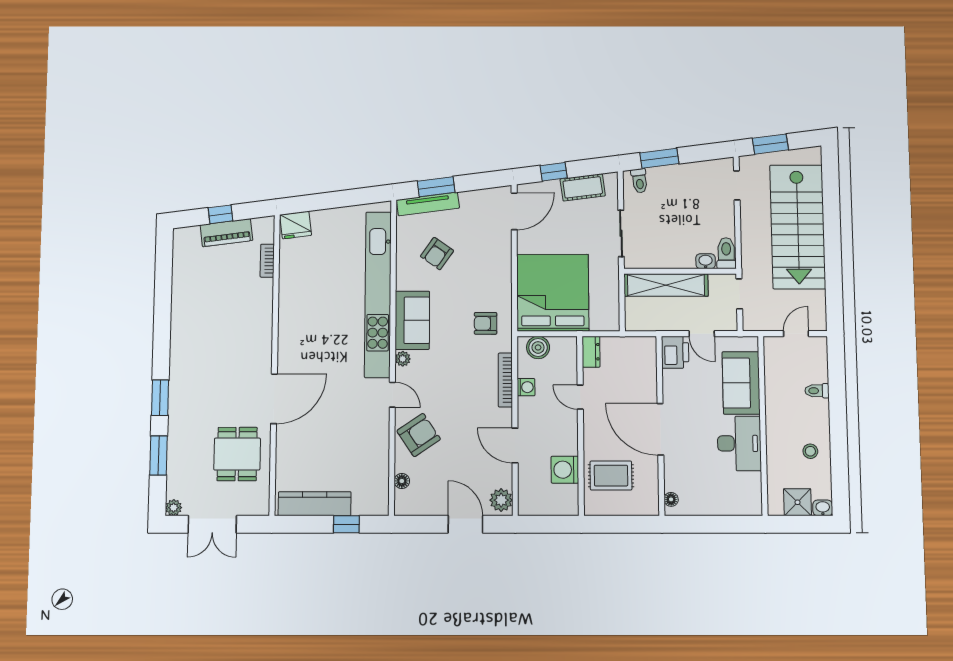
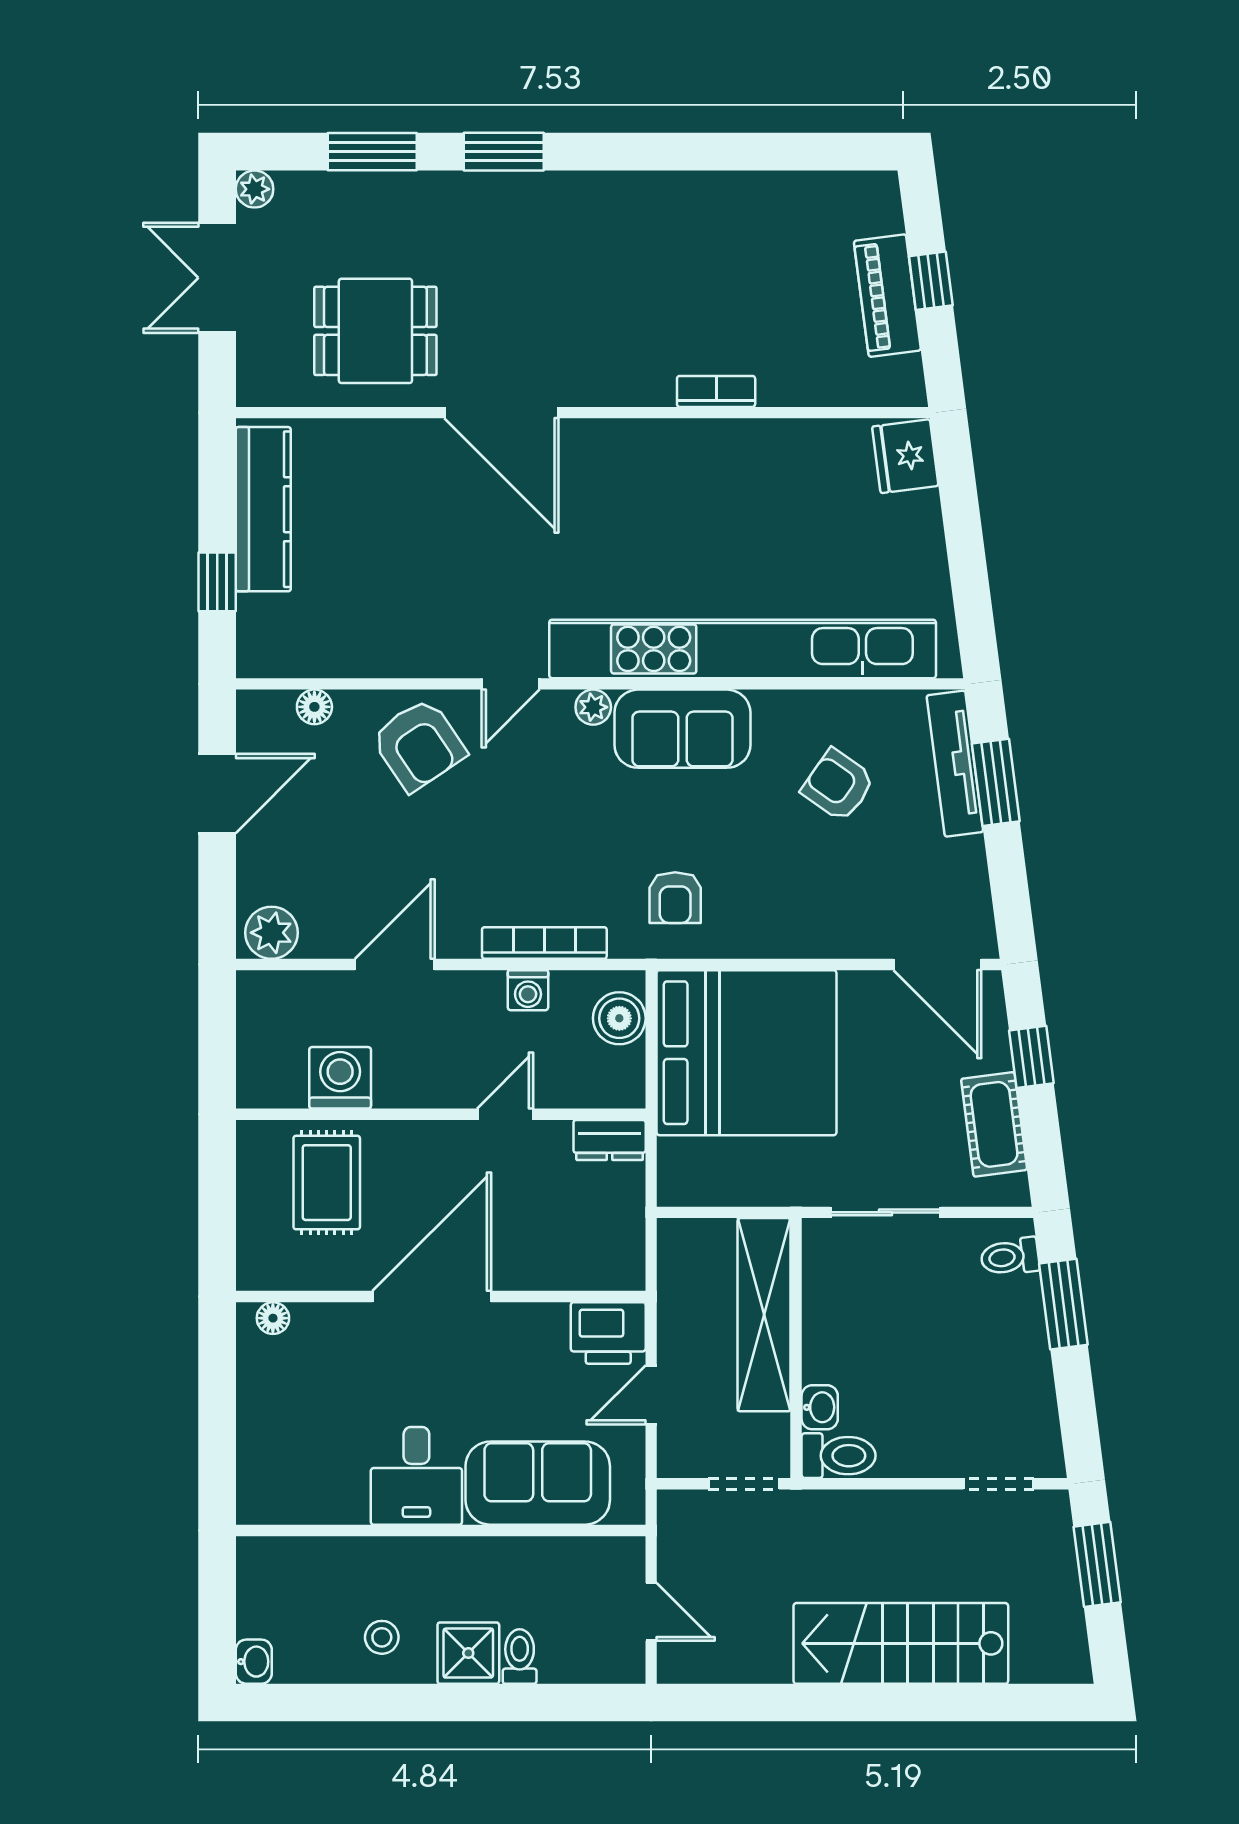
stairs: (798, 227) -> (901, 1643), width x0.73, depth x0.66
bookcase: (267, 261) -> (716, 391), moved
armchair: (486, 323) -> (675, 898), turned 180
desk: (739, 443) -> (416, 1476), width x0.73
shower: (798, 502) -> (468, 1653), moved
door: (465, 524) -> (217, 793), moved

